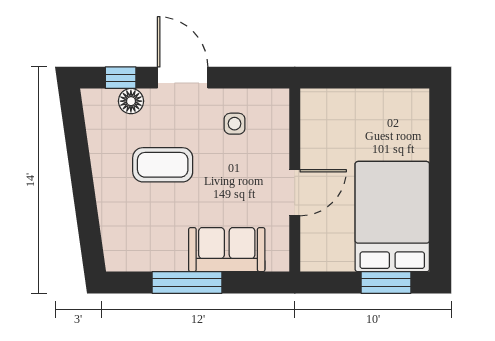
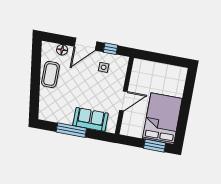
window: (121, 78) -> (111, 49), moved
door: (183, 78) -> (86, 44), swing flipped
coffee table: (163, 165) -> (50, 74), moved, turned 90

